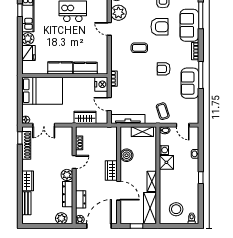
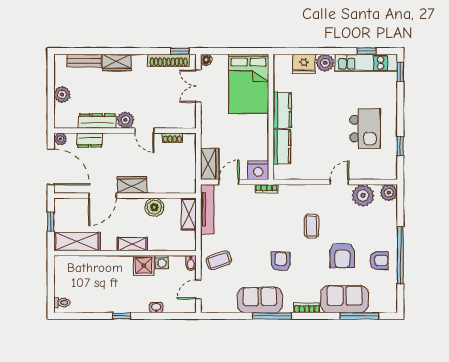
wardrobe: (85, 117) -> (210, 164), moved
shelving: (142, 132) -> (189, 214), moved
shelving: (152, 181) -> (132, 244), moved
stool: (176, 209) -> (75, 280), removed
plant: (61, 218) -> (62, 94), moved

